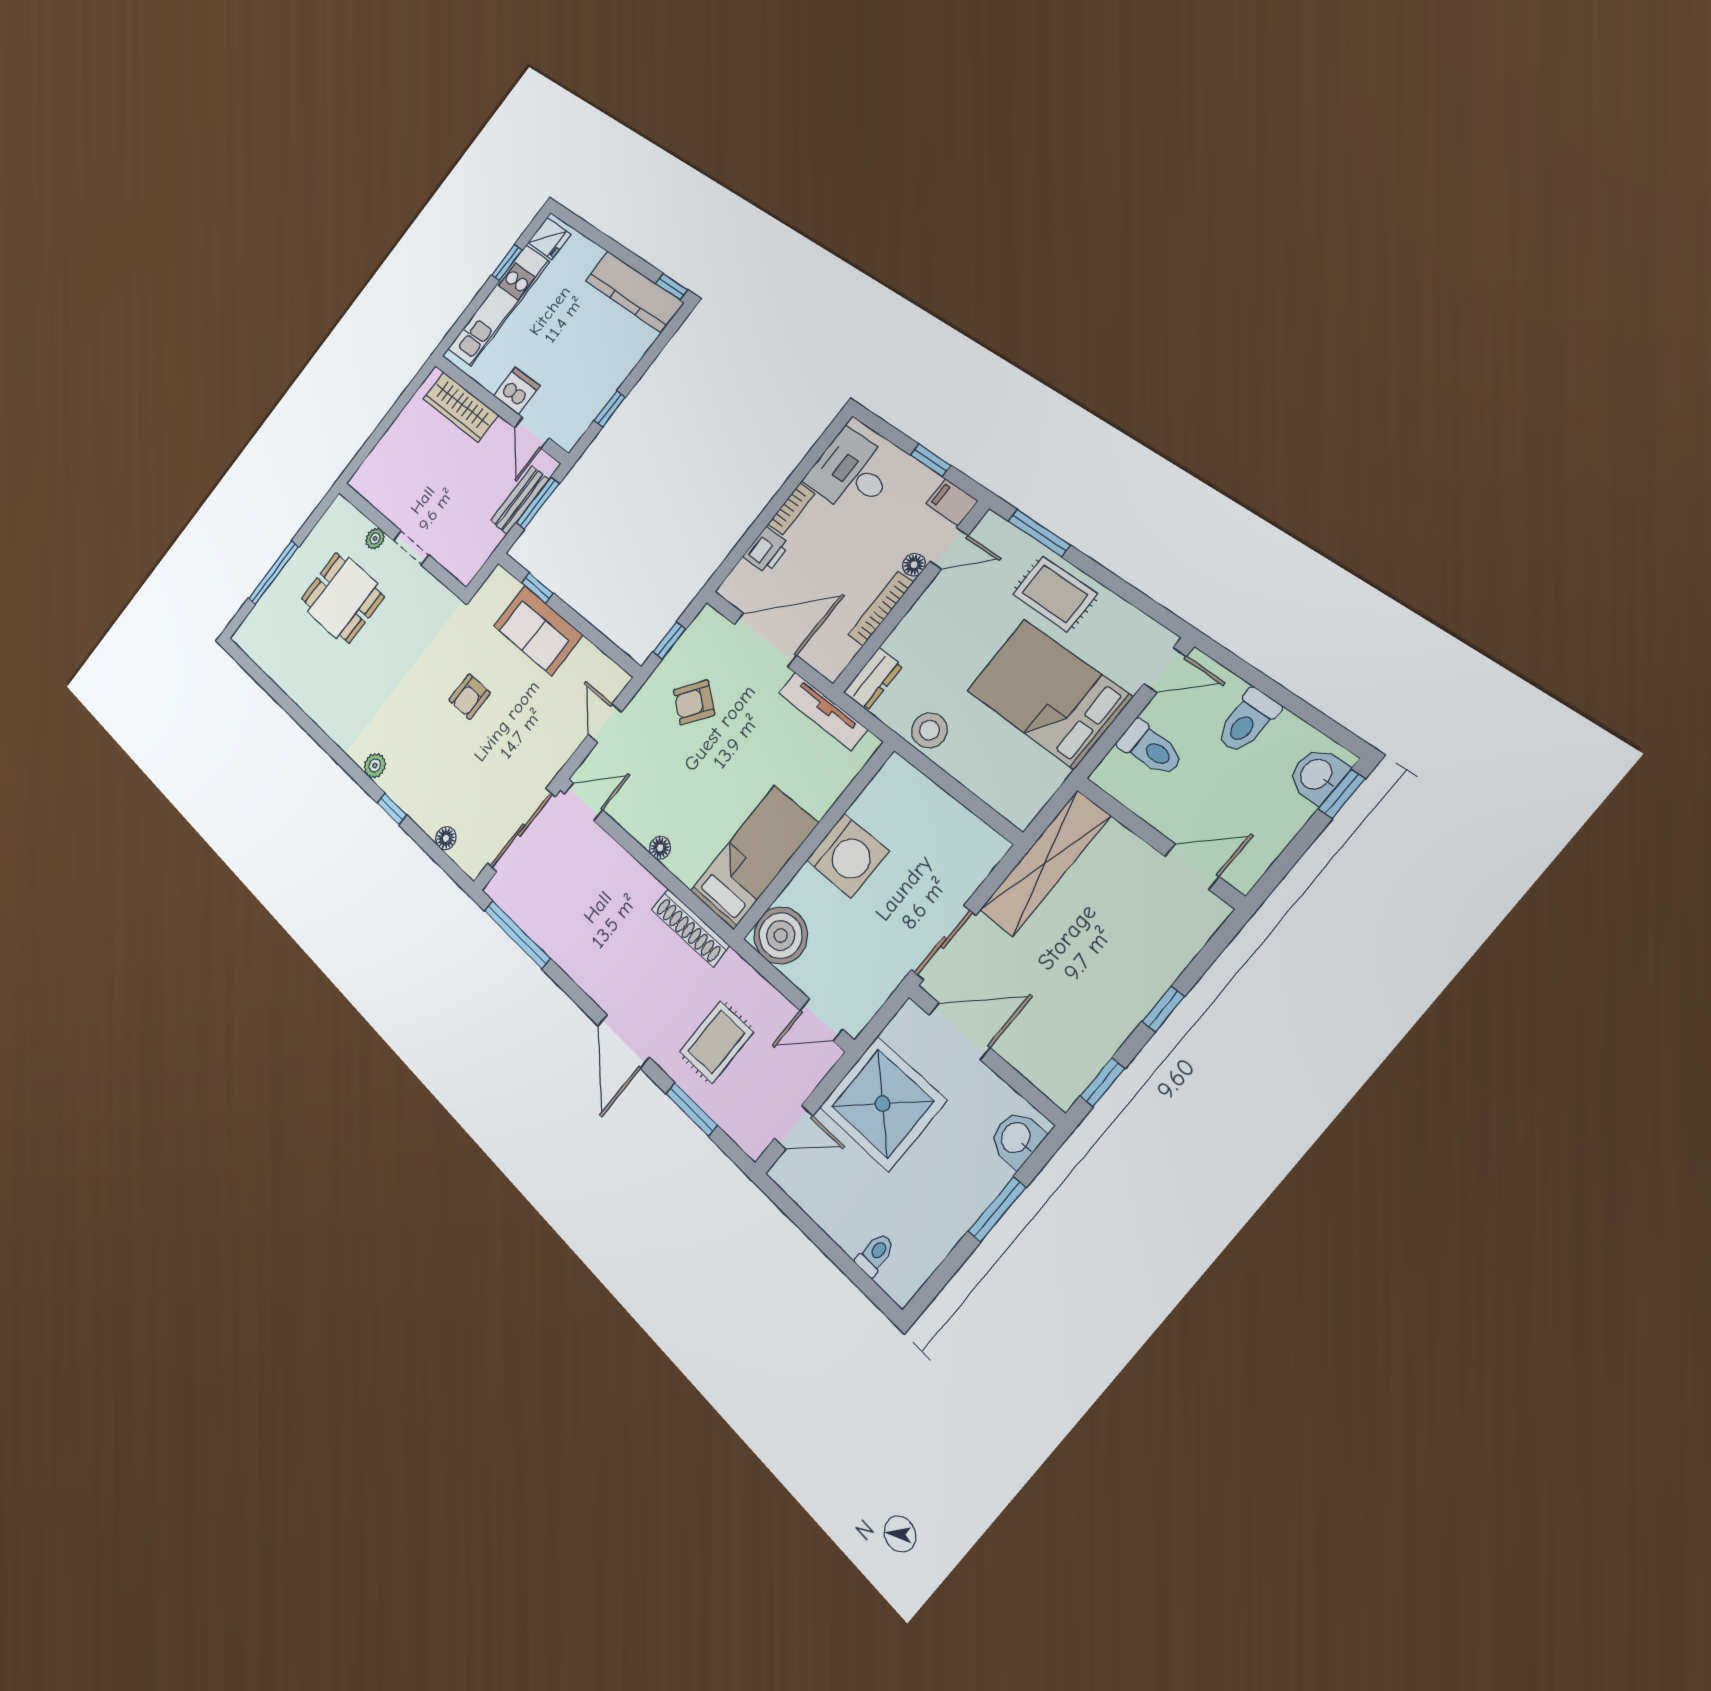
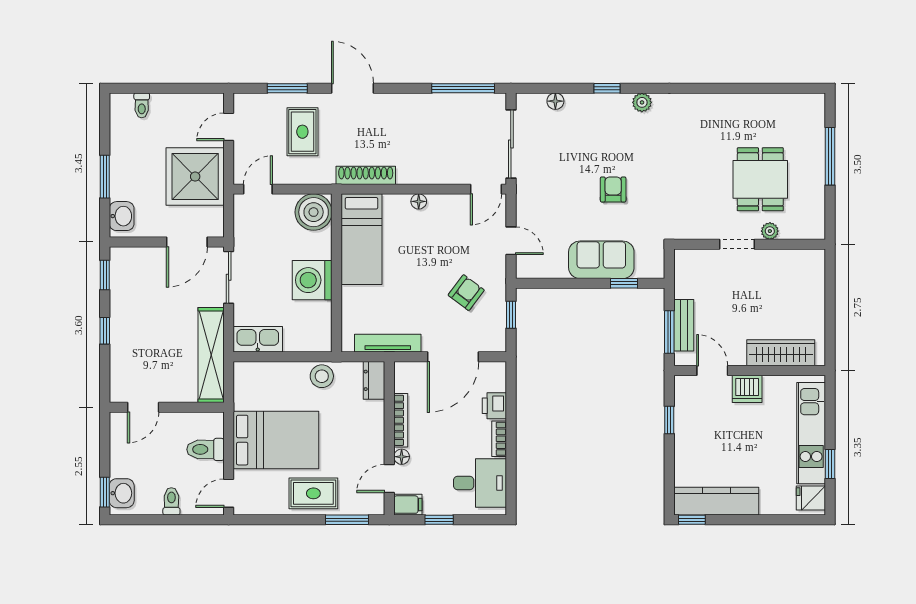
dining table: (343, 598) -> (760, 179), turned 90
toilet: (1248, 721) -> (171, 501), width x0.73, depth x0.72
kitchen sink: (970, 836) -> (258, 339), added

